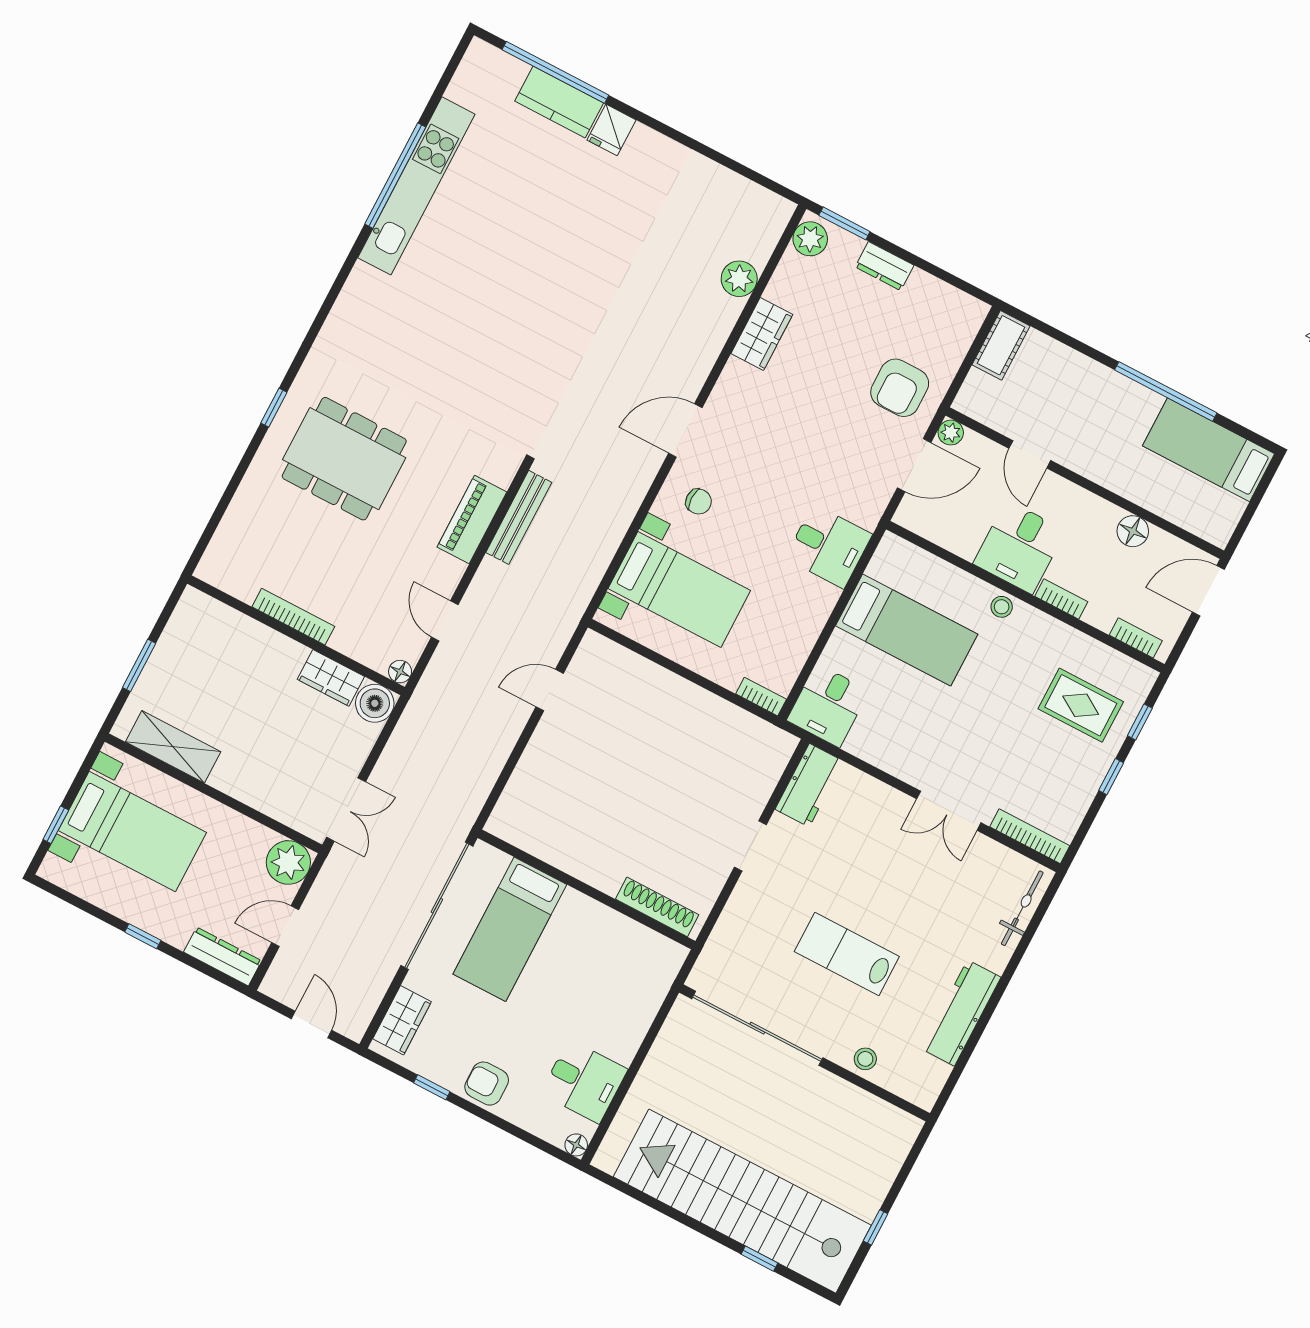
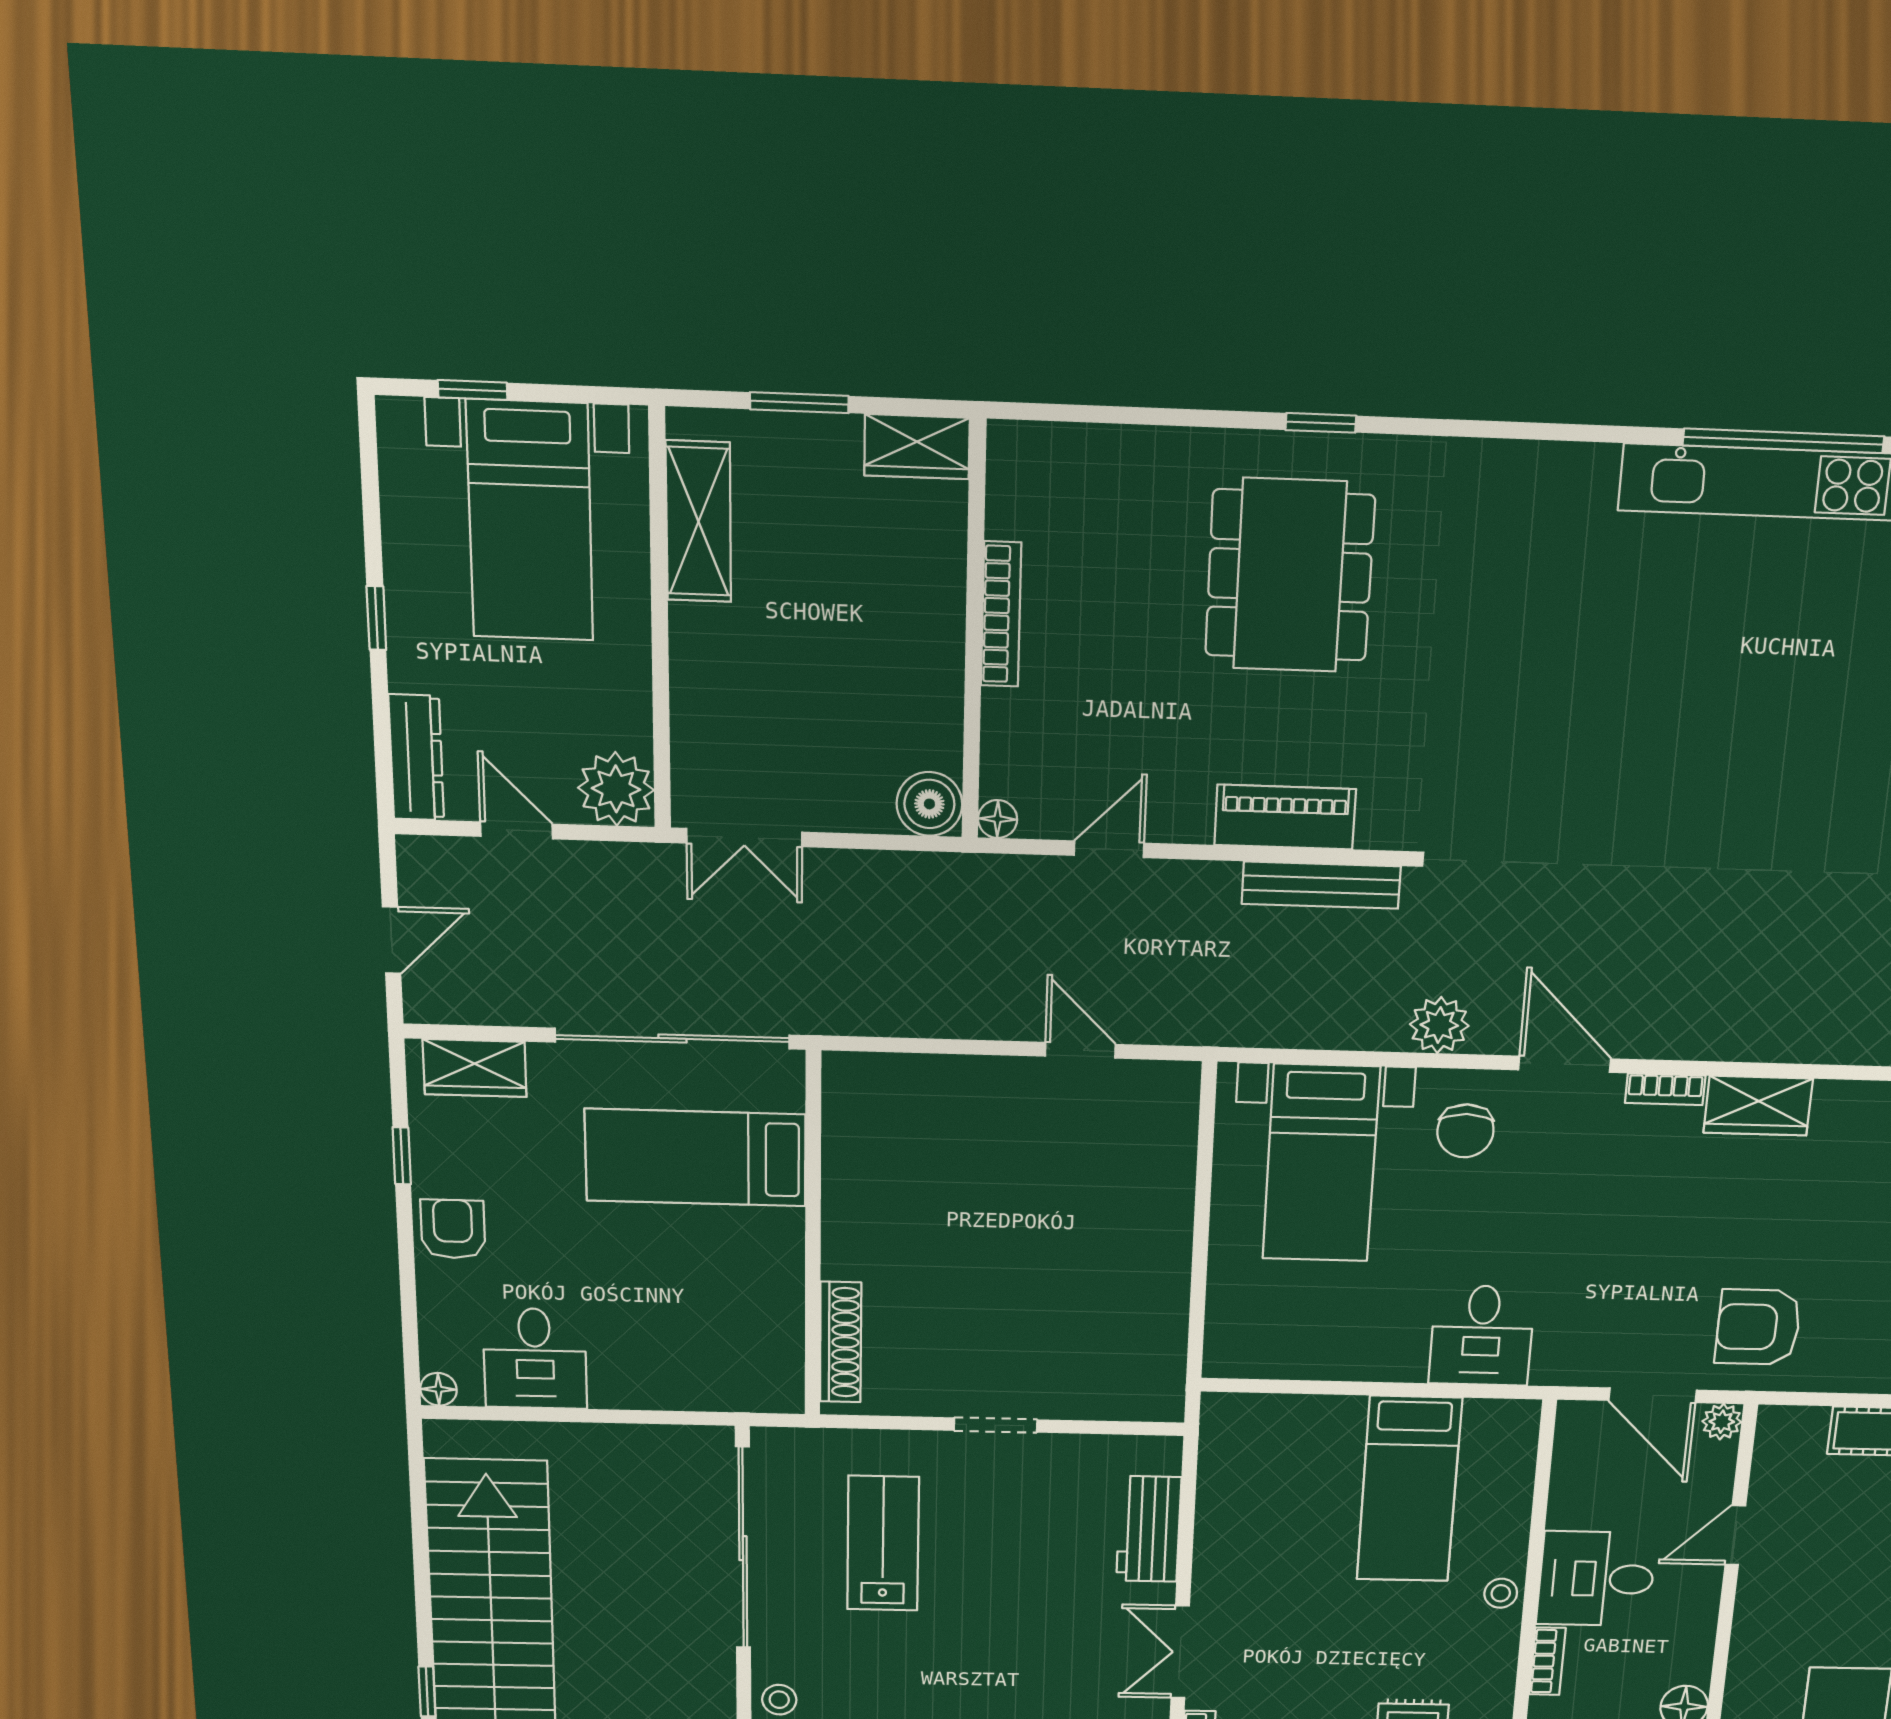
plant: (739, 279) -> (1439, 1025), moved
chair: (699, 502) -> (1465, 1131), width x1.37, depth x1.37
wardrobe: (331, 678) -> (917, 447), moved, turned -90
bookcase: (761, 697) -> (1665, 1089), moved, turned 90
desk: (828, 705) -> (1250, 1436), removed
workbench: (809, 785) -> (1149, 1529), moved, turned 90
lab bench: (847, 954) -> (883, 1543), moved

